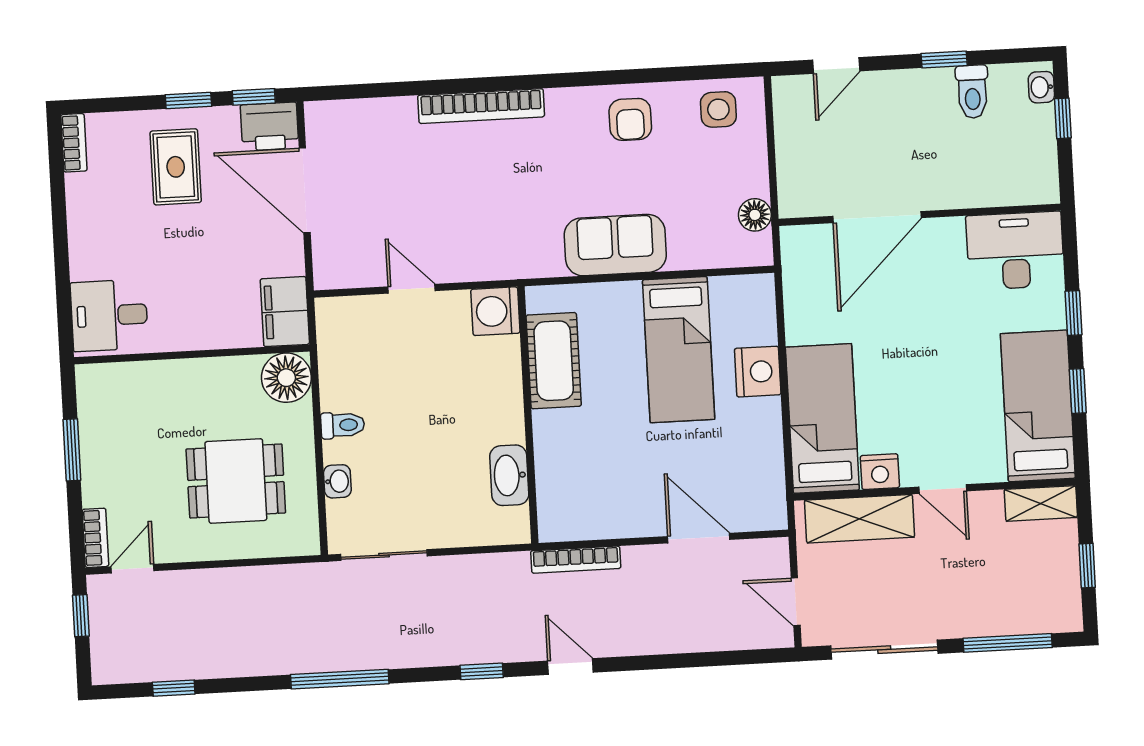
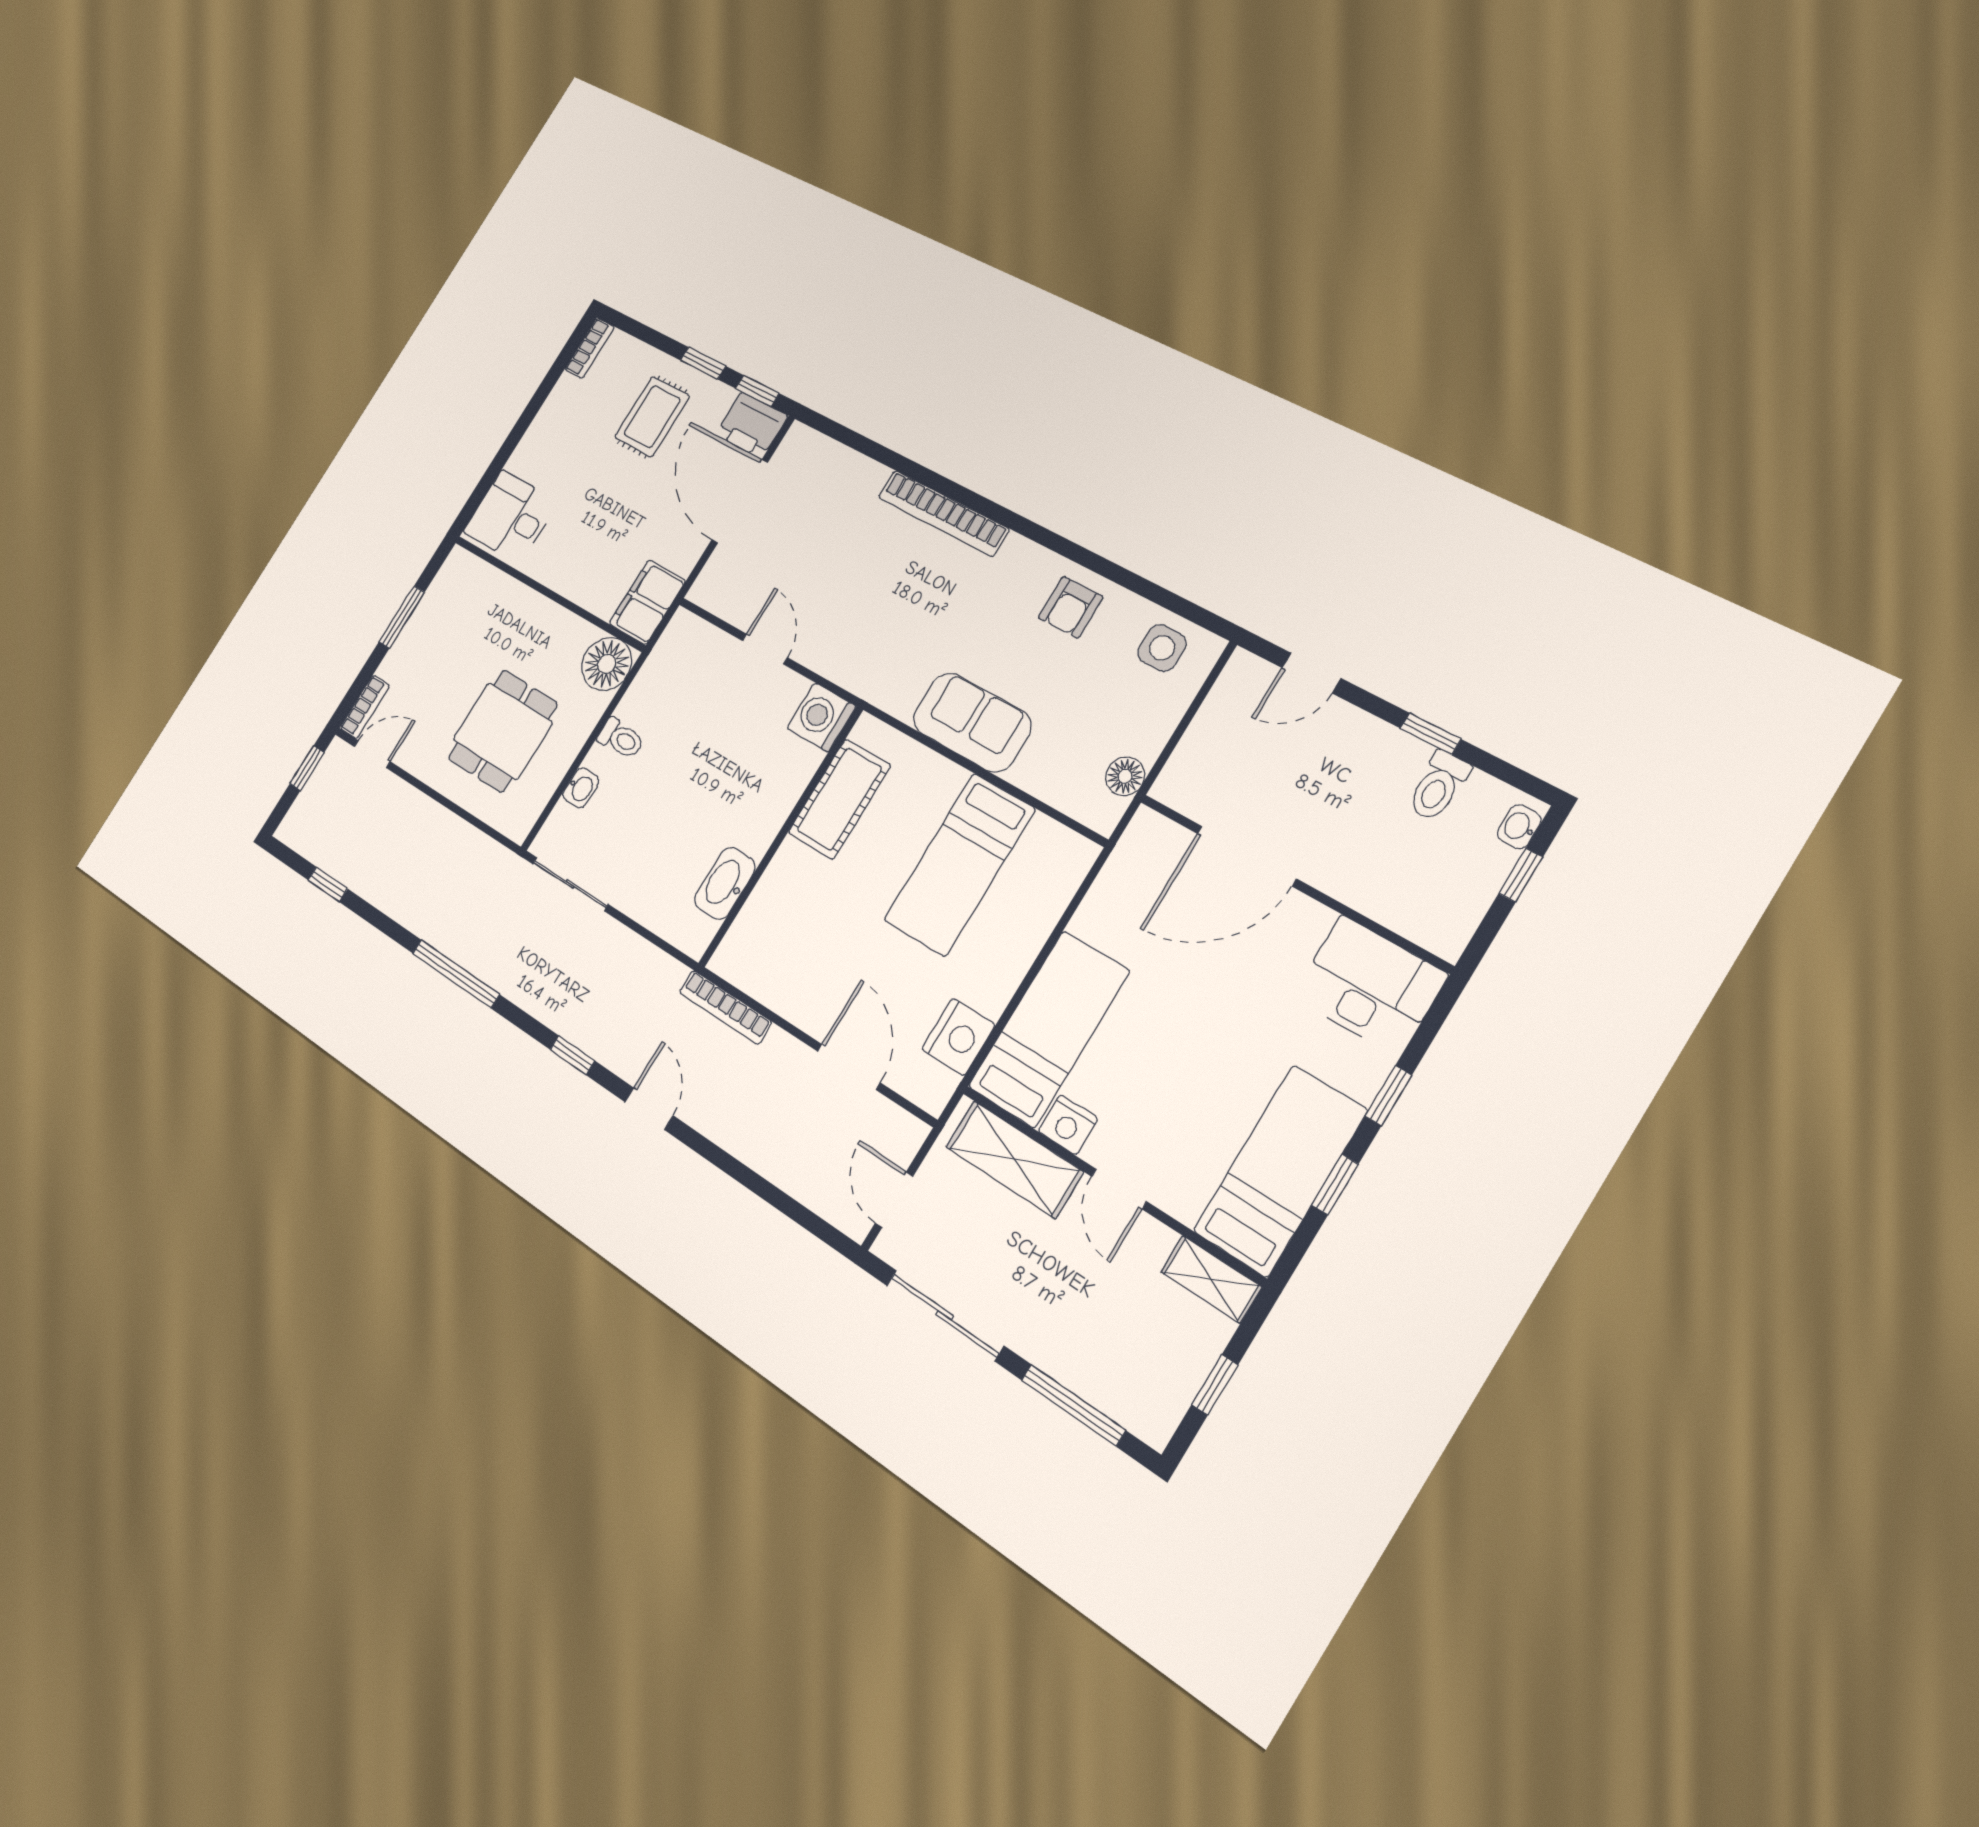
nightstand: (758, 372) -> (958, 1037), moved
dining table: (236, 481) -> (503, 731), turned 90

